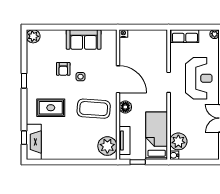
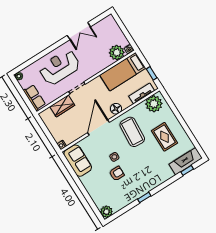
sofa: (84, 39) -> (78, 161), moved
wardrobe: (160, 58) -> (62, 106), added
rug: (51, 108) -> (165, 137), moved

